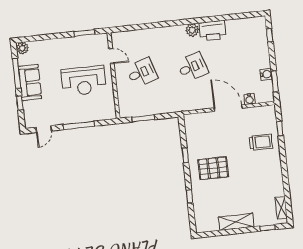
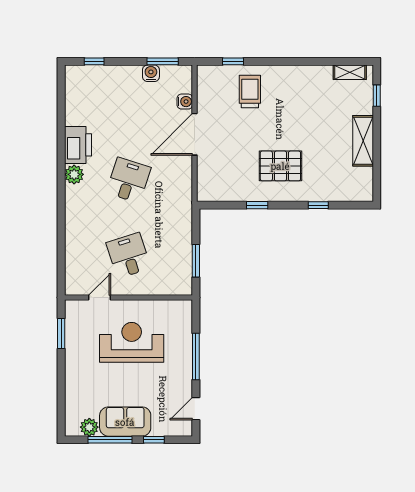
plant: (22, 48) -> (89, 427), moved
desk: (192, 67) -> (129, 180), turned 36
reception desk: (84, 81) -> (132, 342), turned -90
door: (44, 129) -> (196, 409), swing flipped
pallet: (213, 168) -> (280, 166), turned 90

